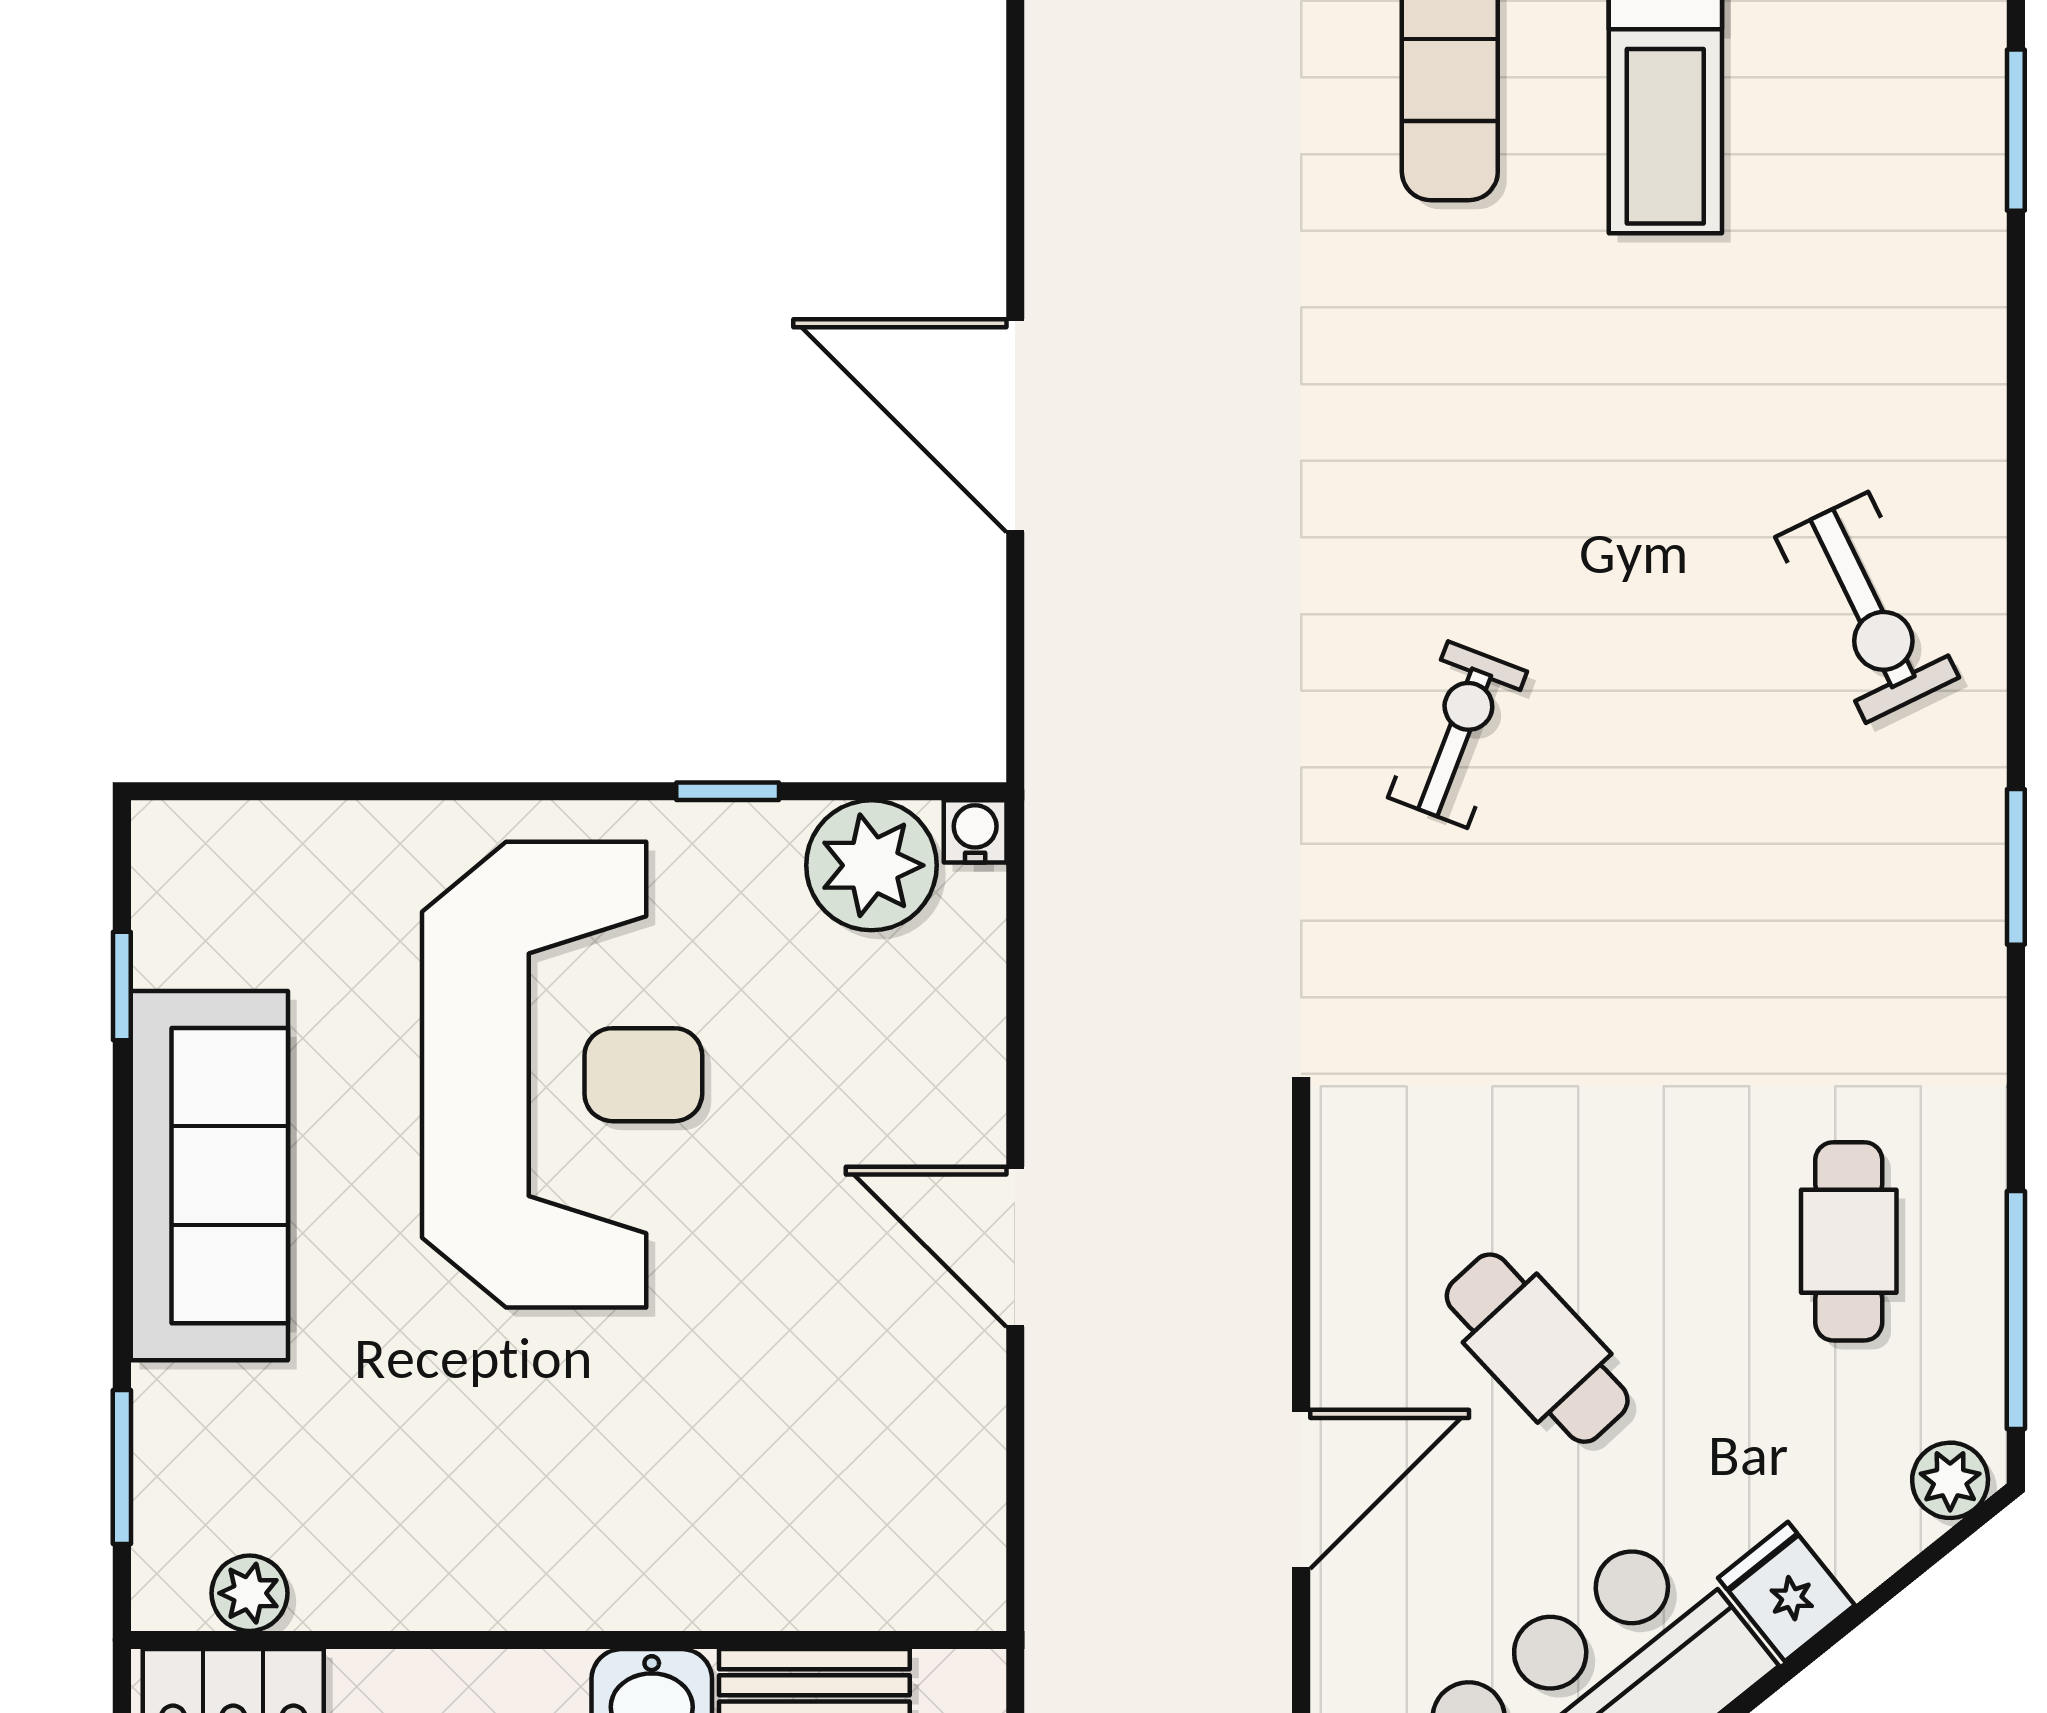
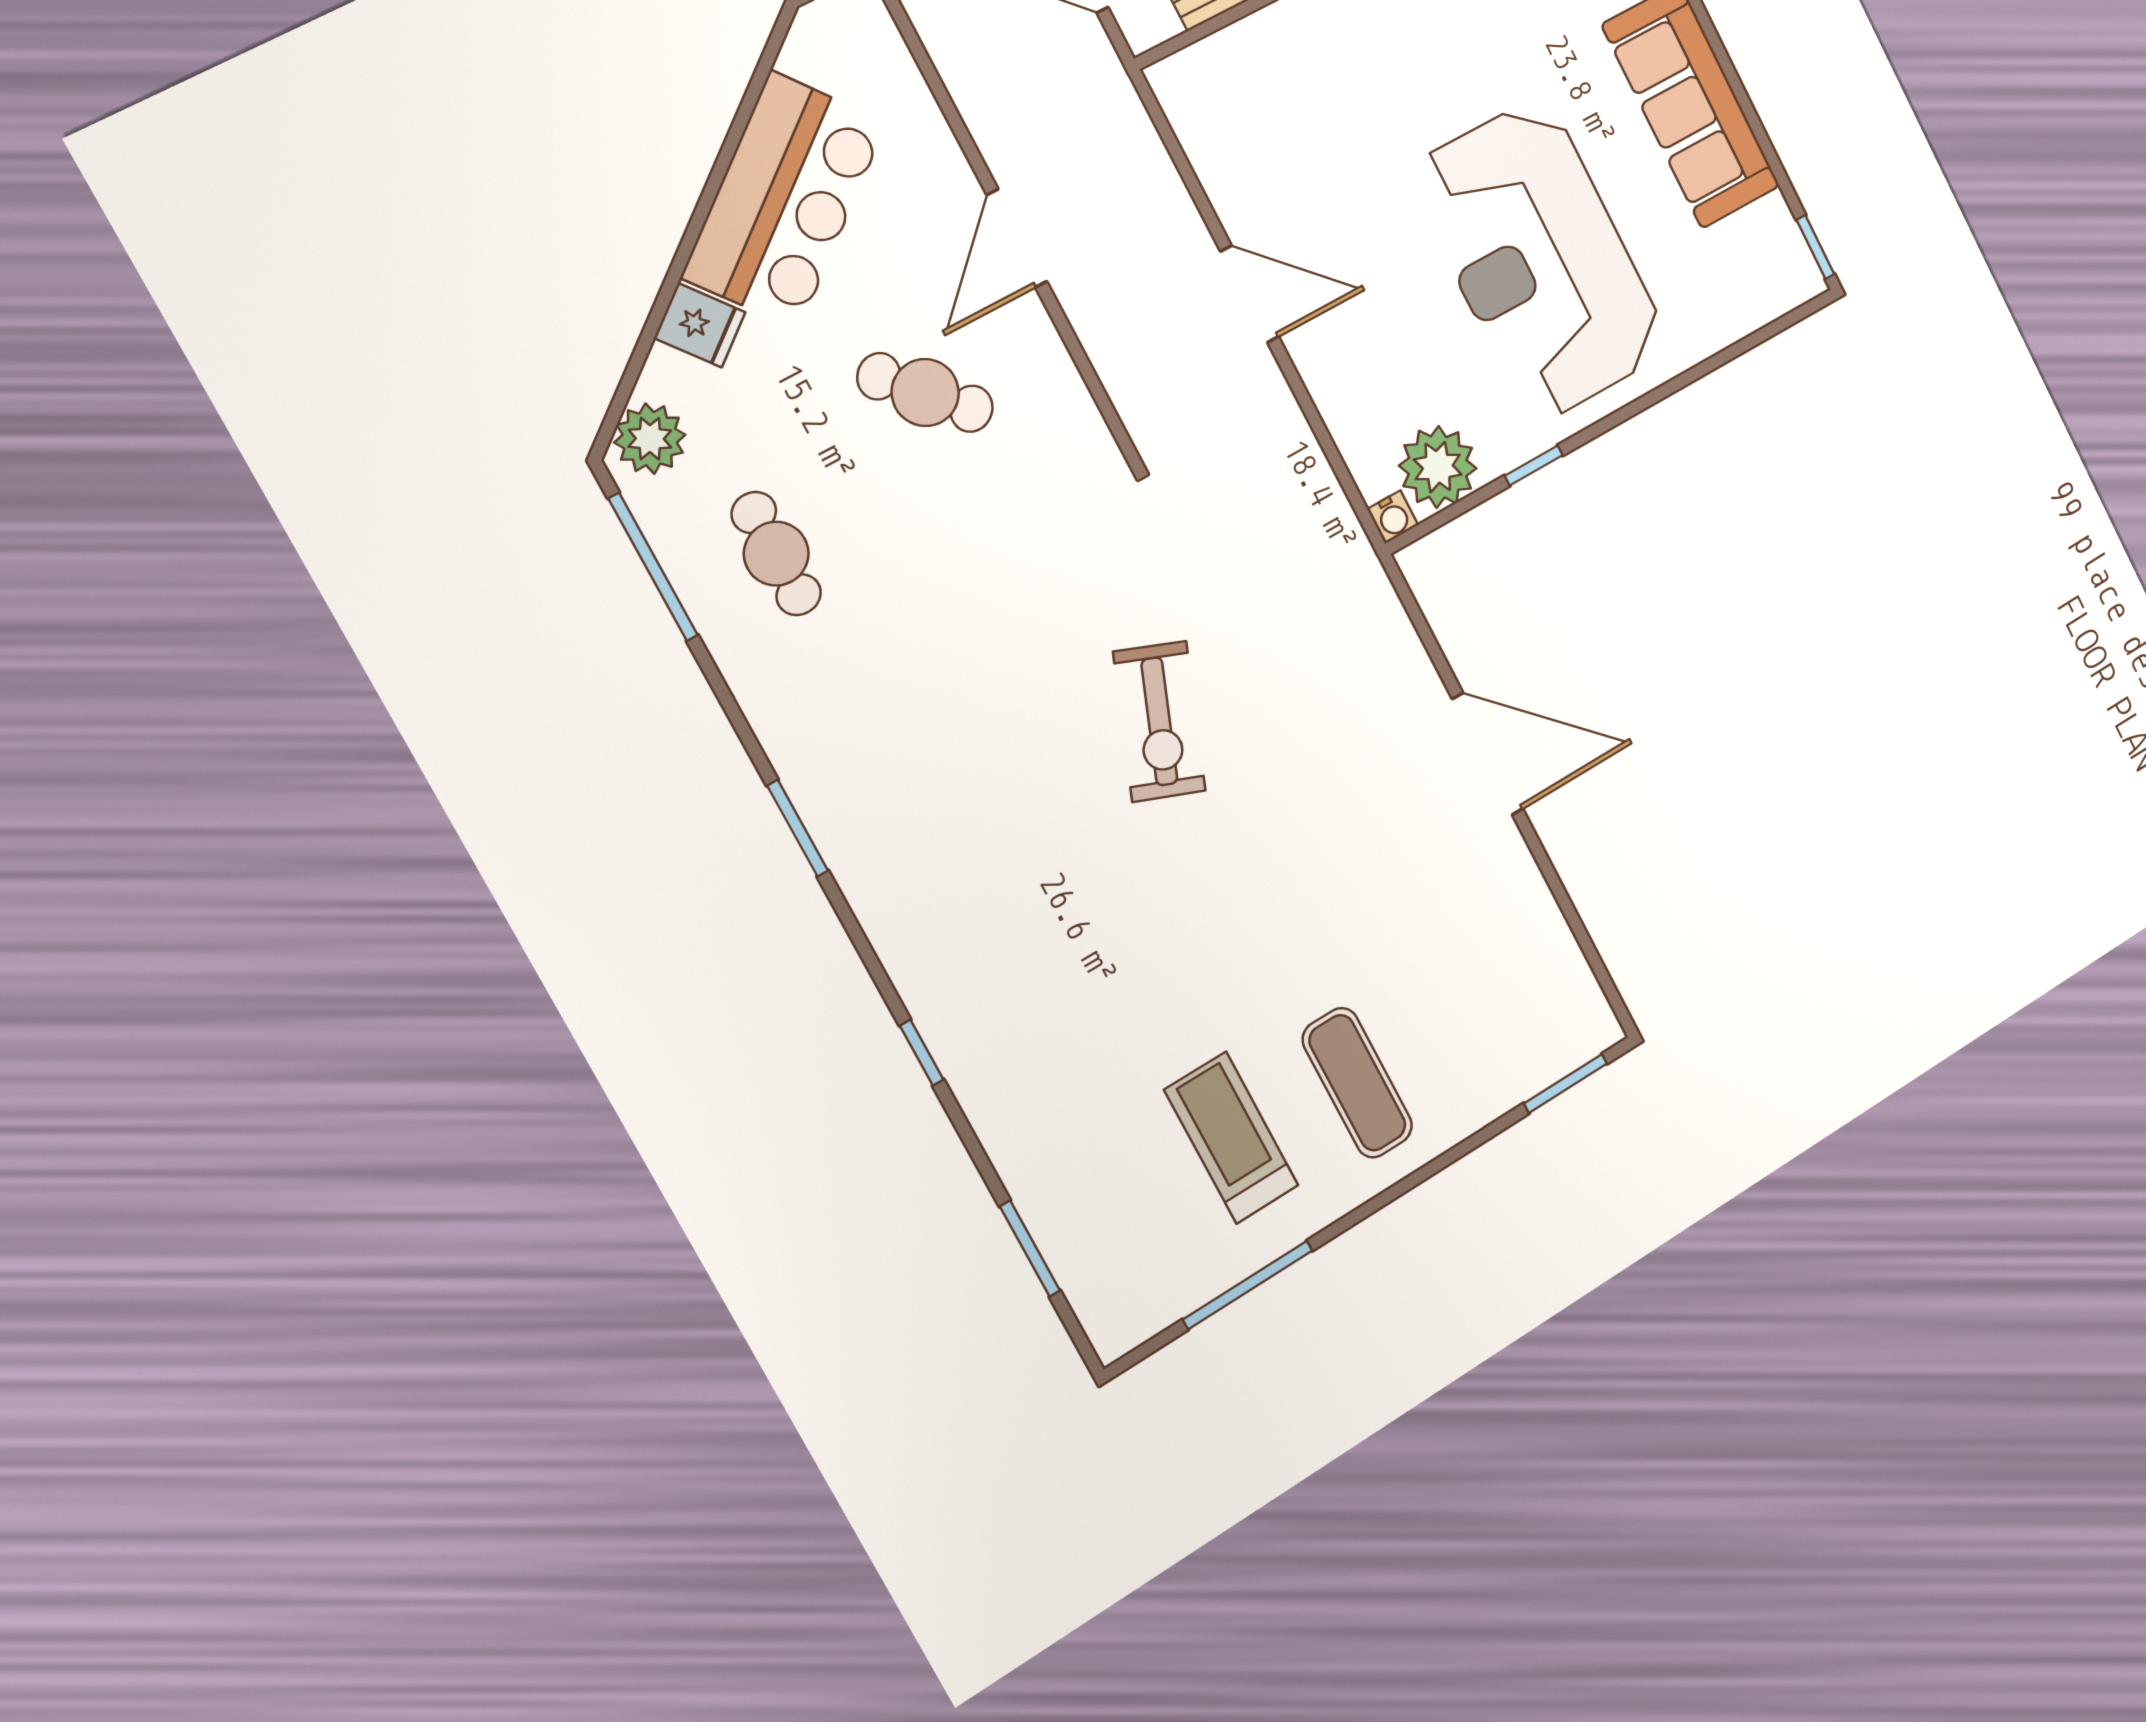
window: (2016, 477) -> (922, 1053), added
exercise bike: (1867, 607) -> (967, 928), removed
exercise bike: (1458, 735) -> (1159, 721), width x1.38, depth x1.39
window: (122, 986) -> (1815, 247), moved
plant: (1950, 1480) -> (650, 439), width x1.38, depth x1.38

